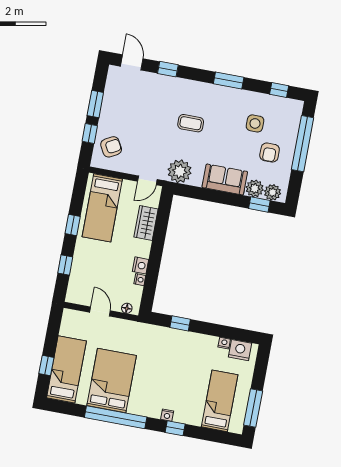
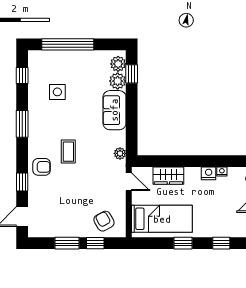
armchair: (270, 153) -> (42, 167), moved
plant: (180, 171) -> (120, 153), width x0.53, depth x0.53

